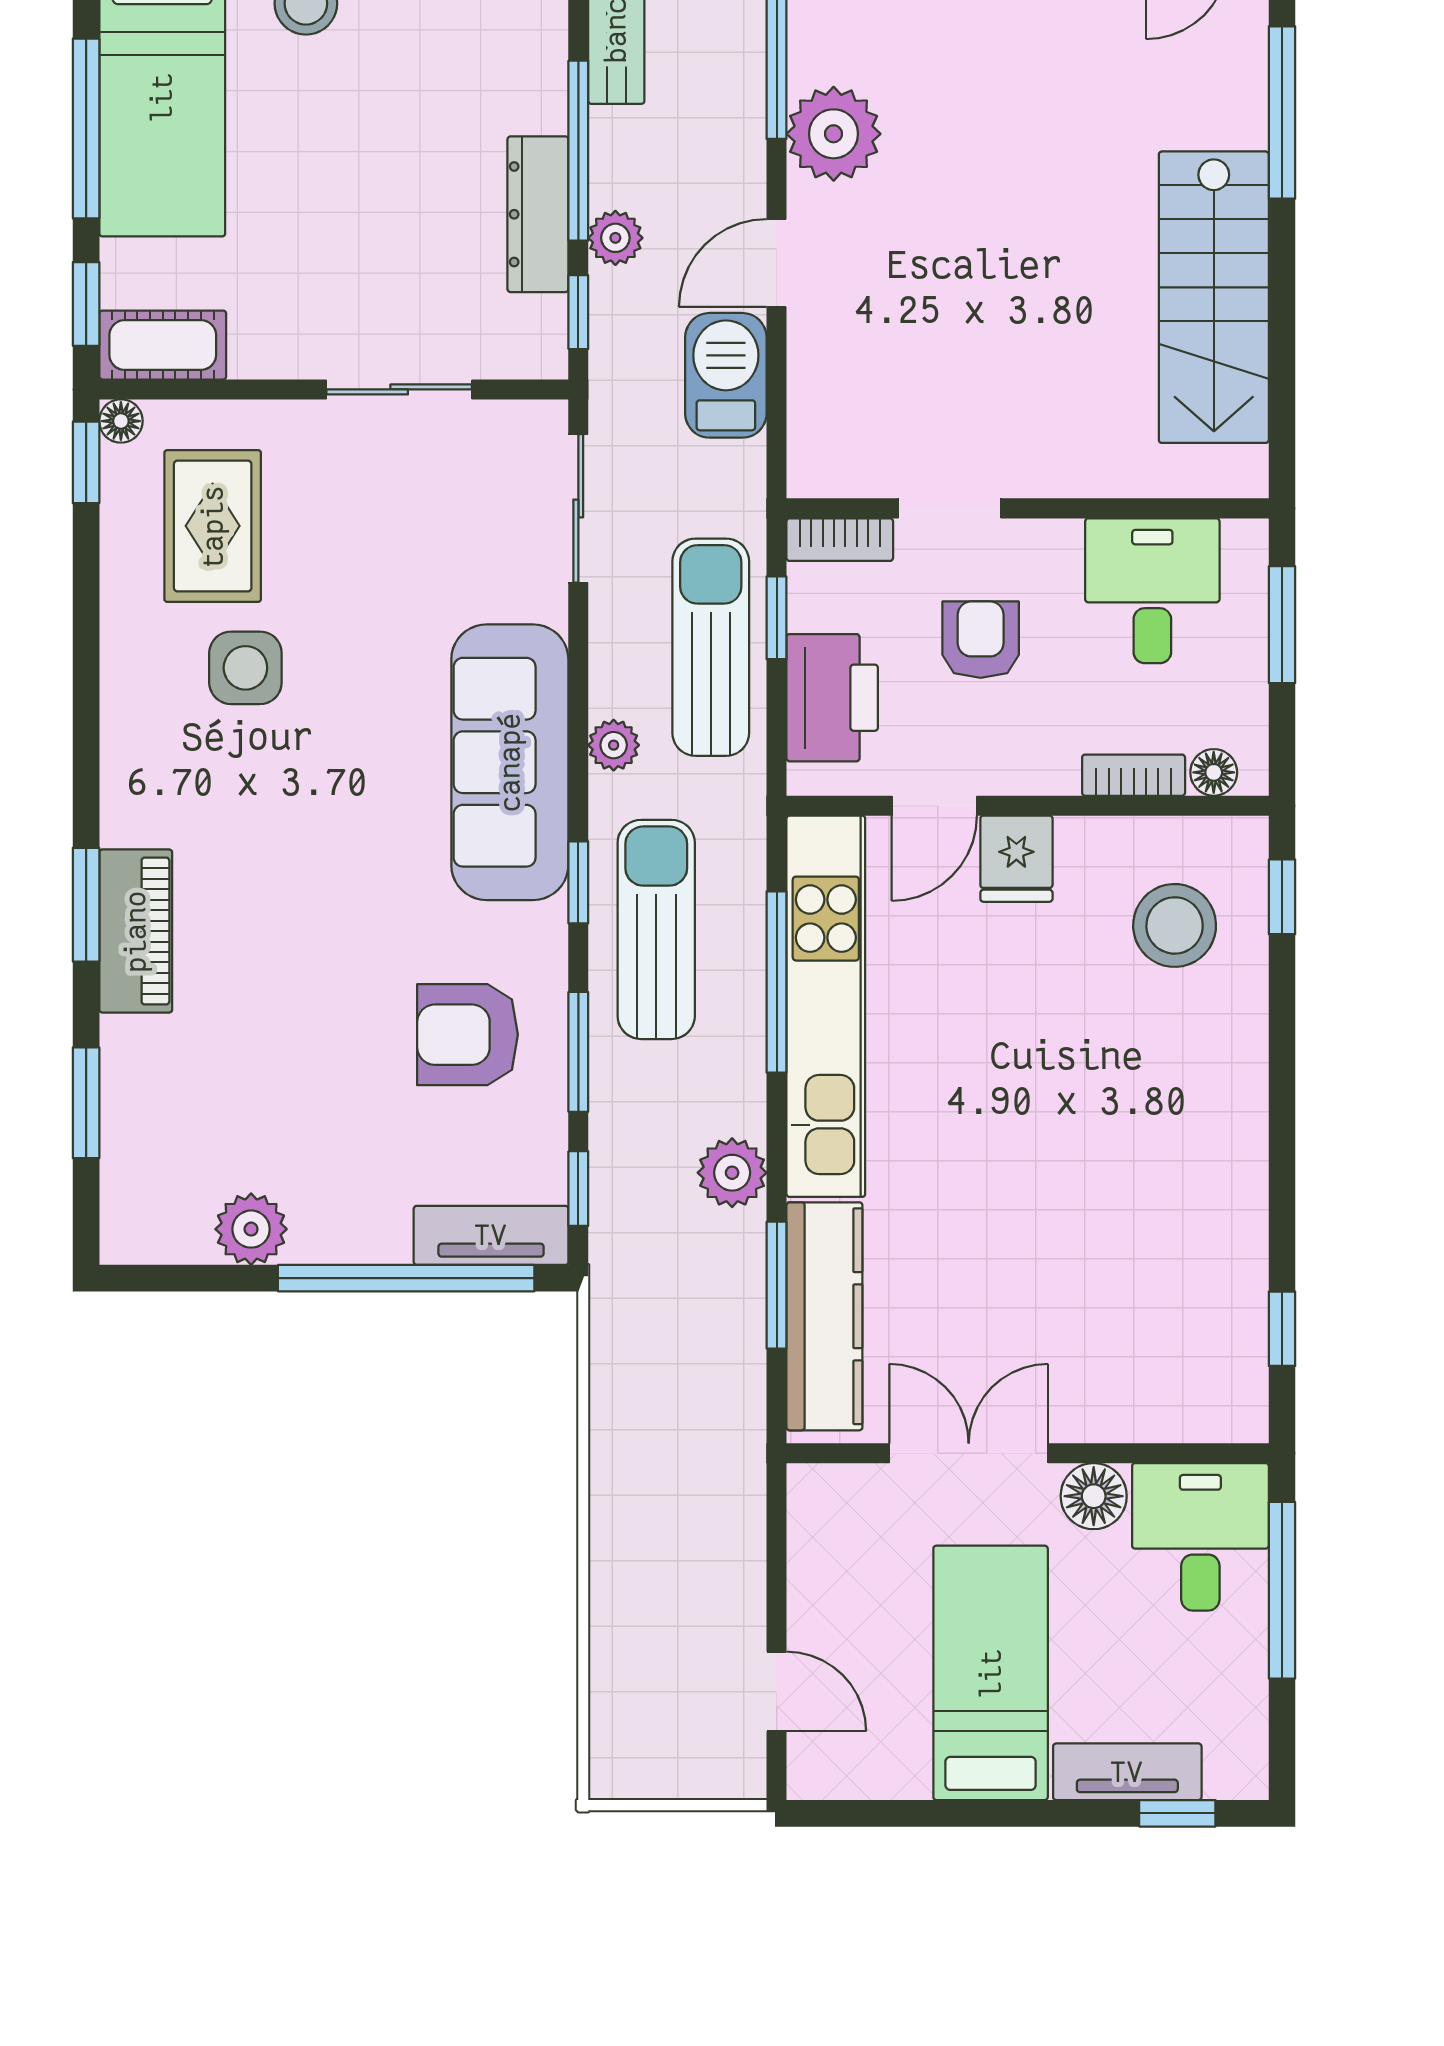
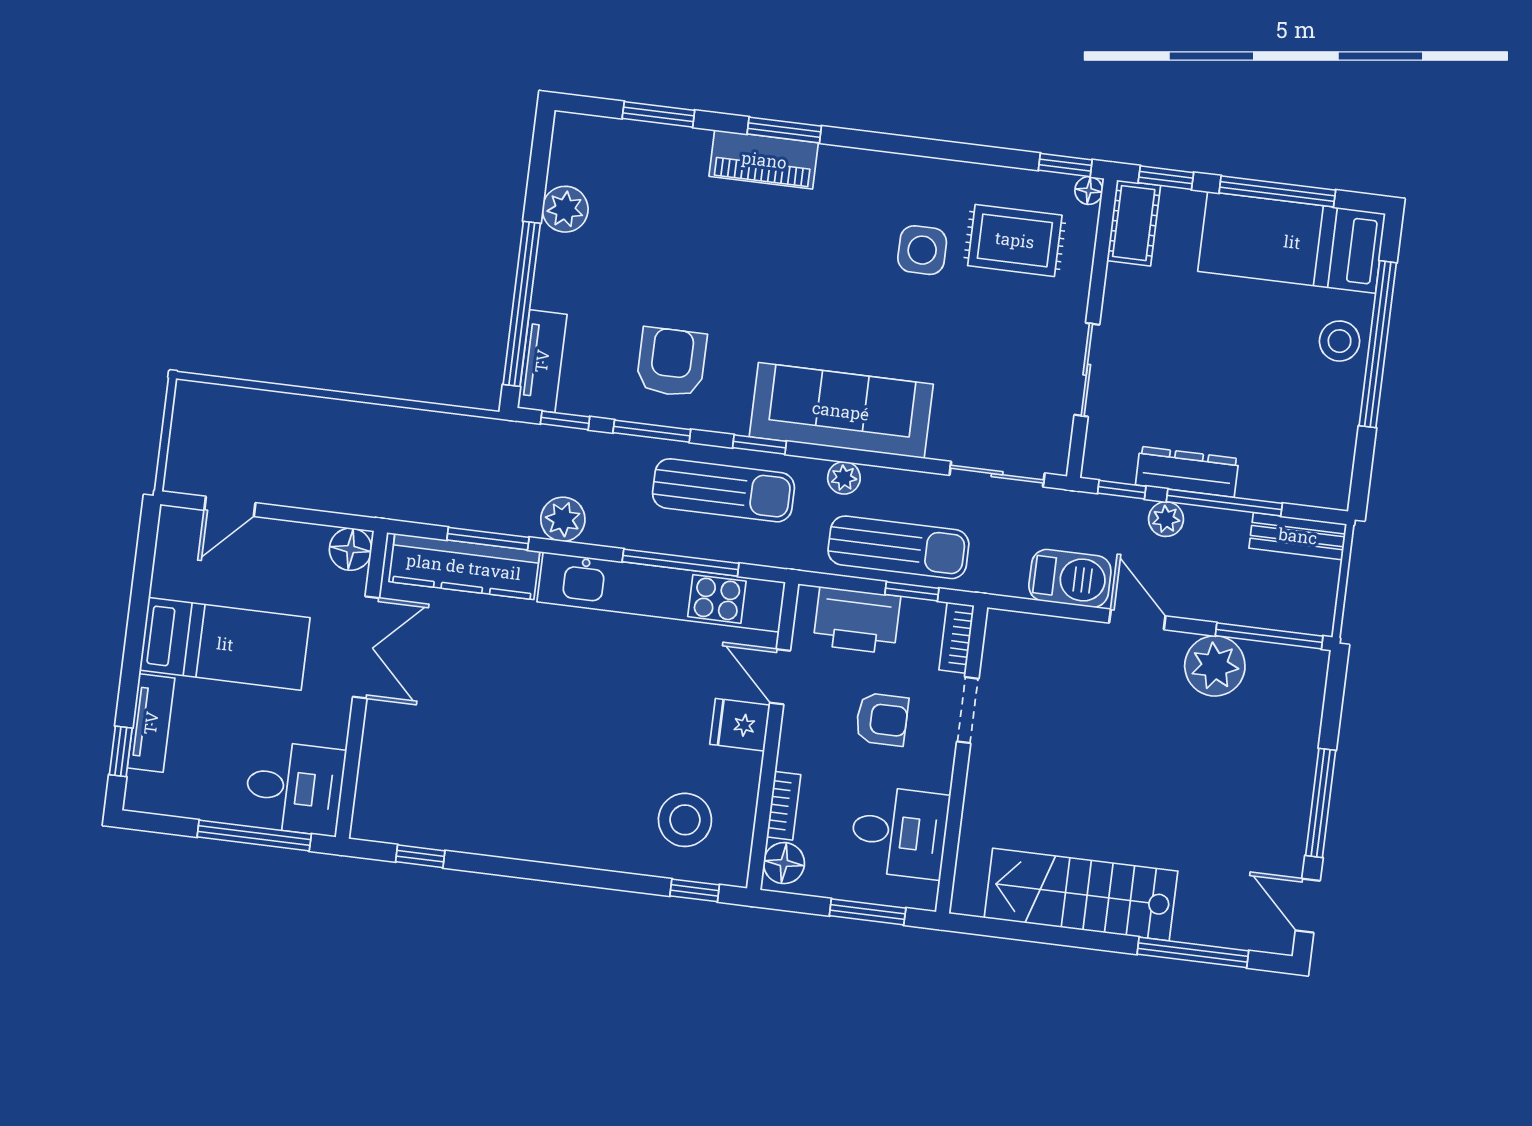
floor lamp: (1214, 772) -> (784, 863), width x1.37, depth x1.37
floor lamp: (1094, 1496) -> (351, 549), moved

